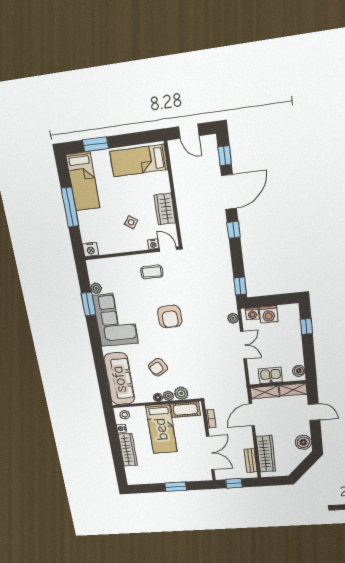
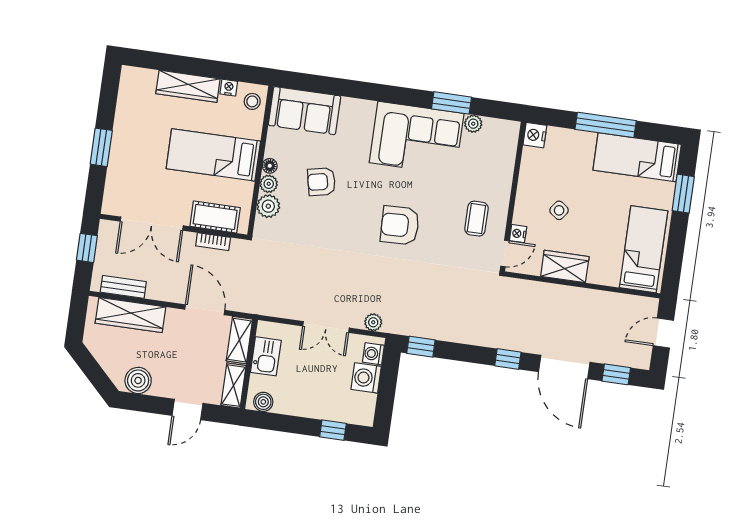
armchair: (158, 367) -> (321, 182), turned -71
sofa: (119, 379) -> (304, 111), width x0.73
cot: (185, 410) -> (215, 217), moved, turned 90

